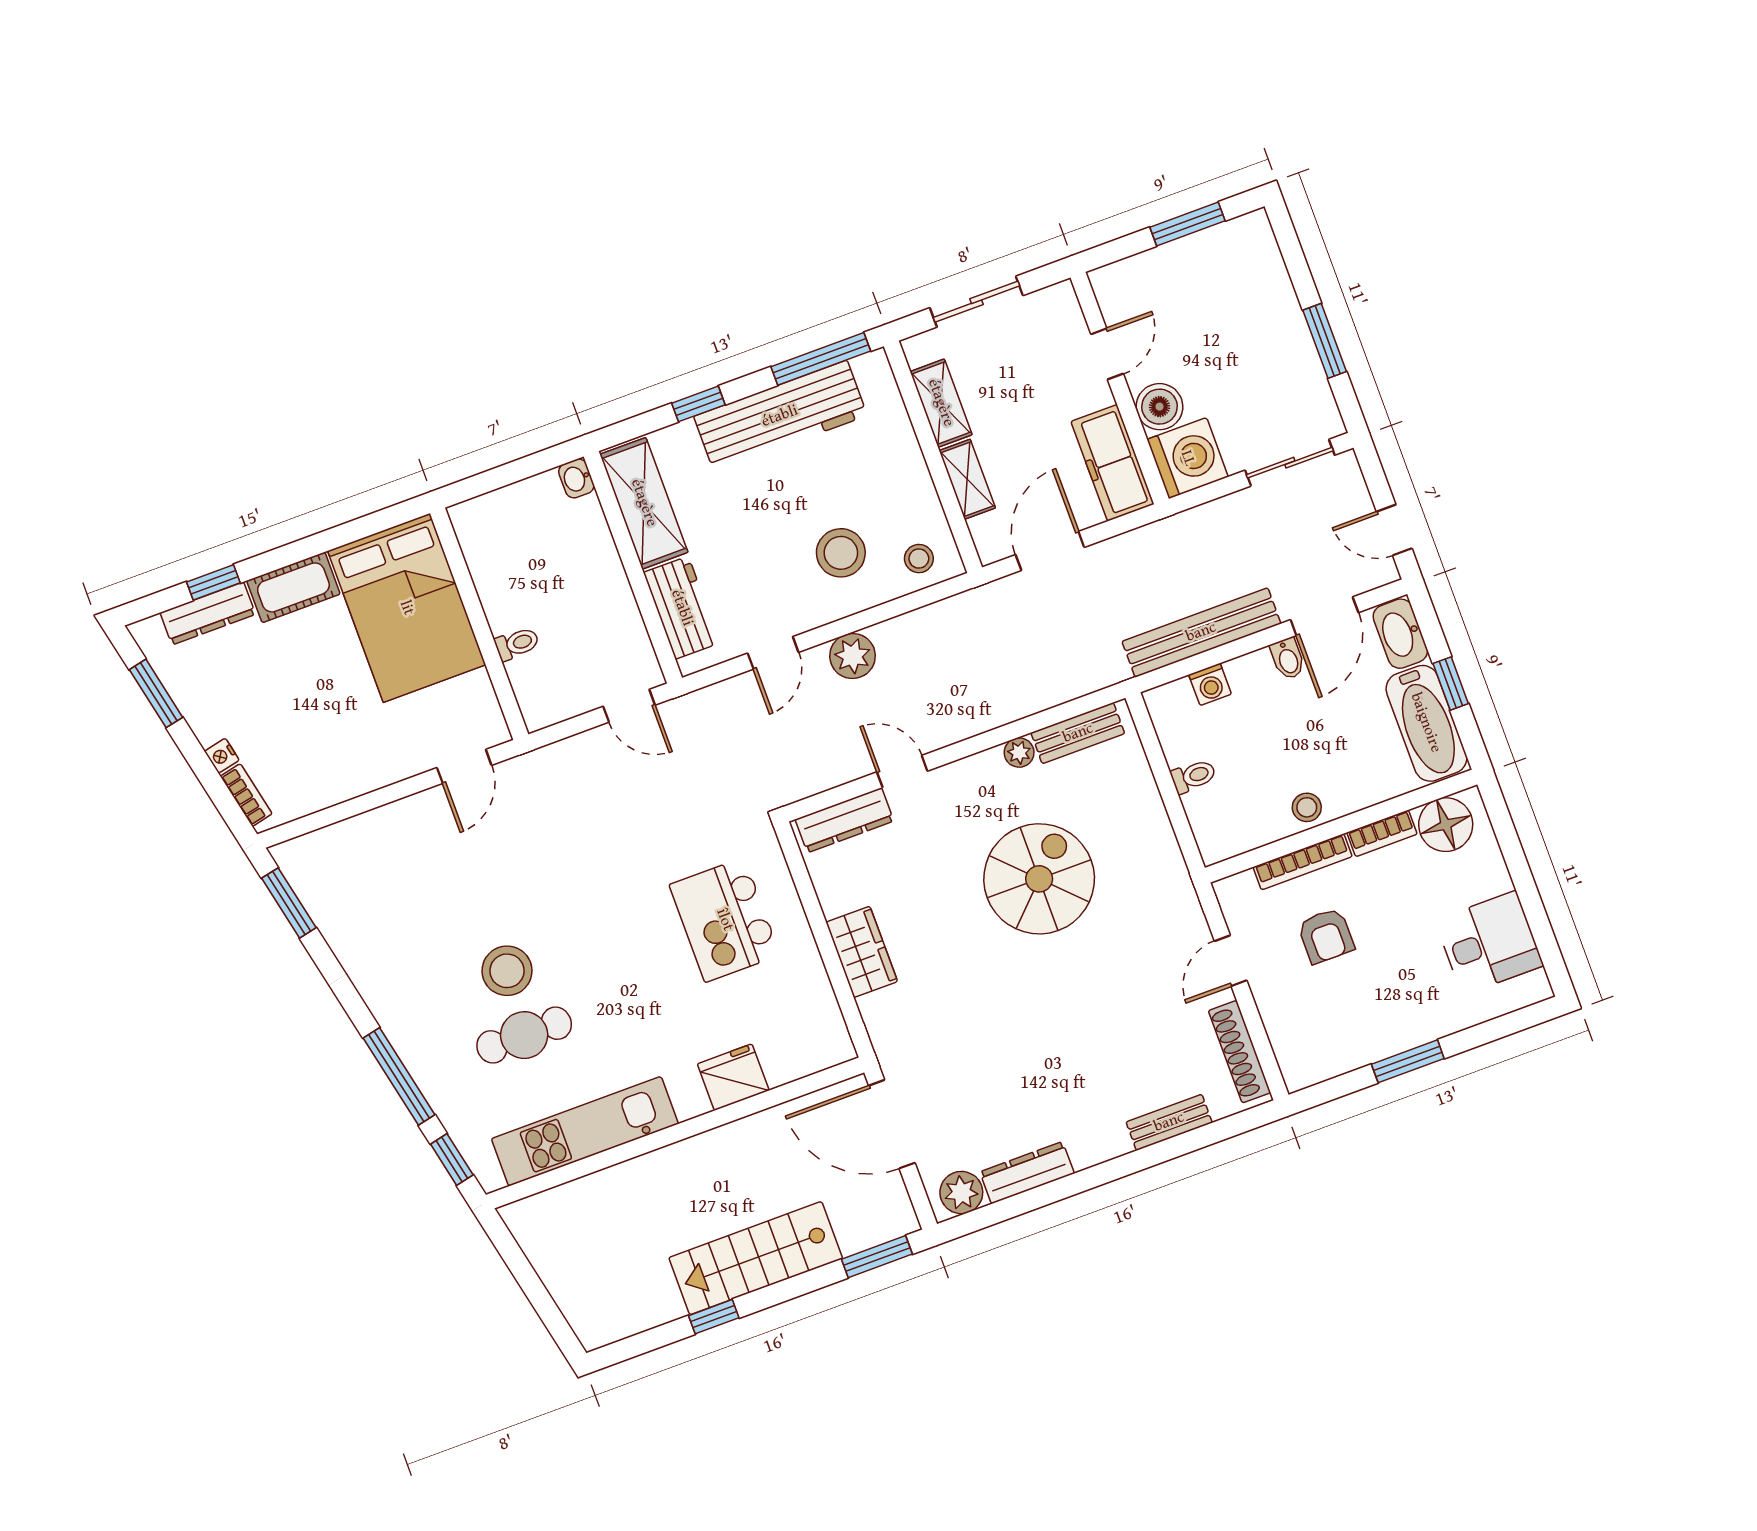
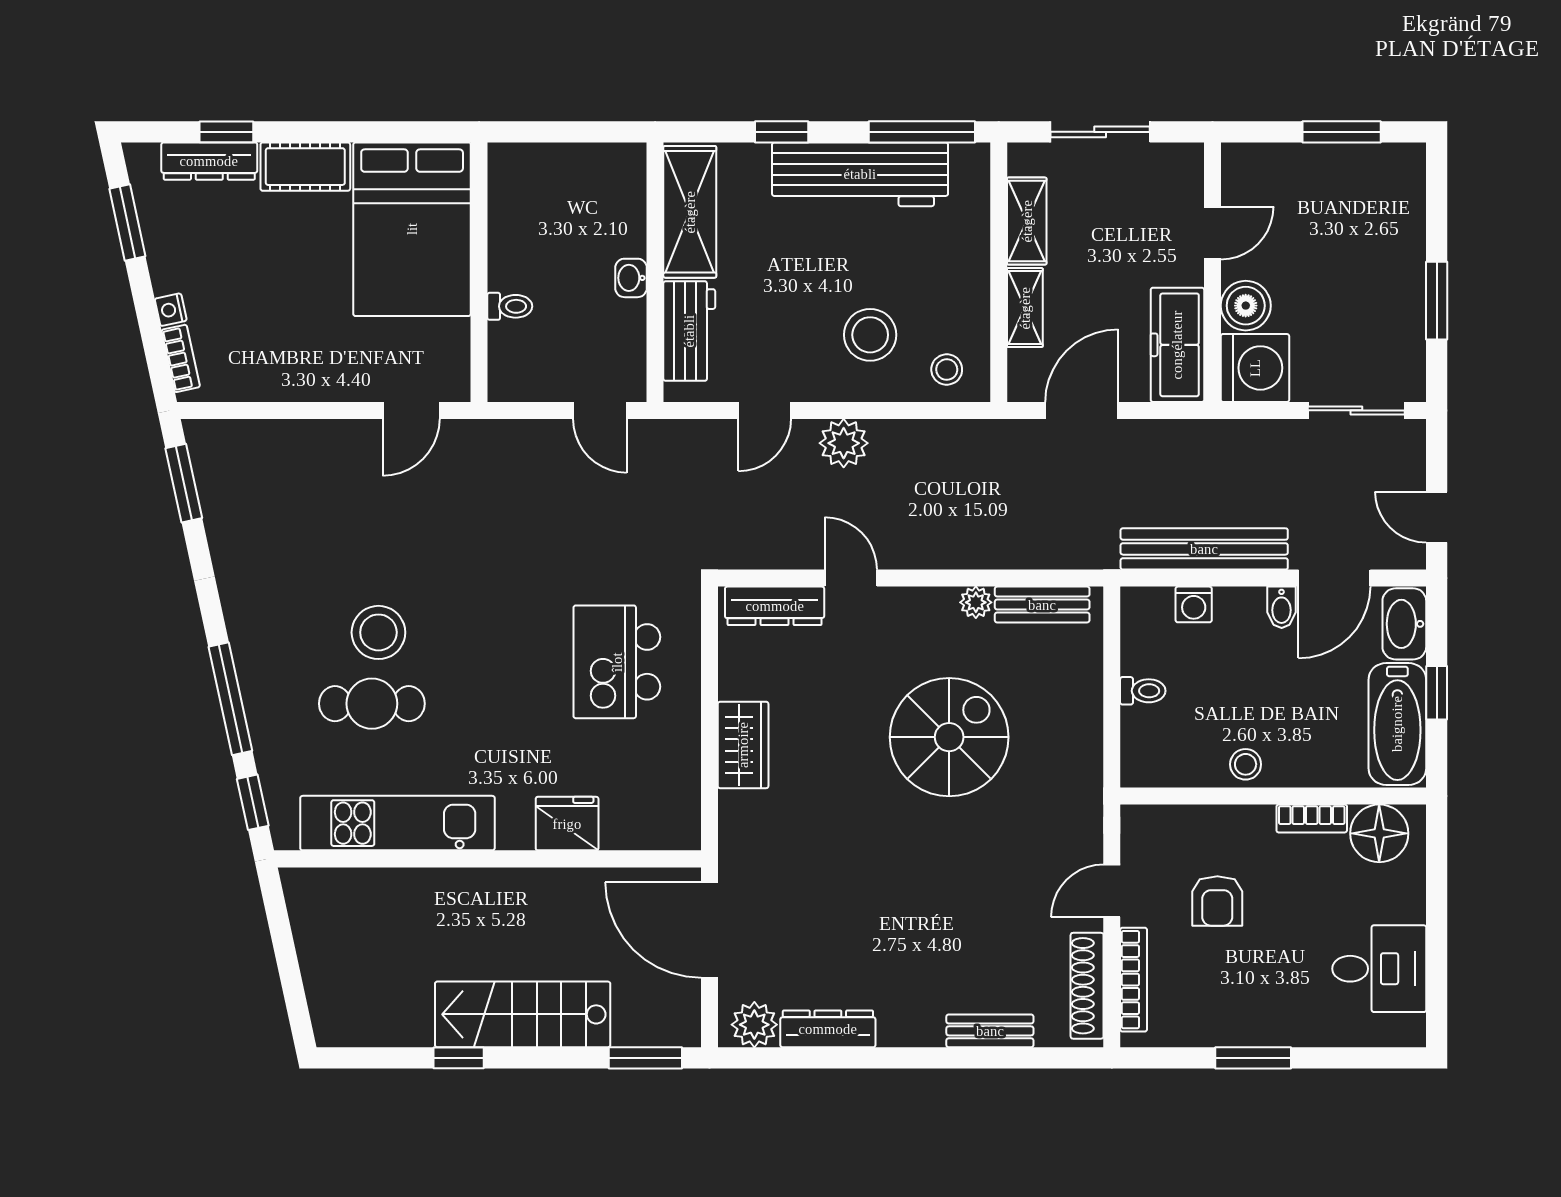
washbasin: (576, 478) -> (631, 278), moved
bookcase: (1303, 862) -> (1134, 980), moved, turned -90

